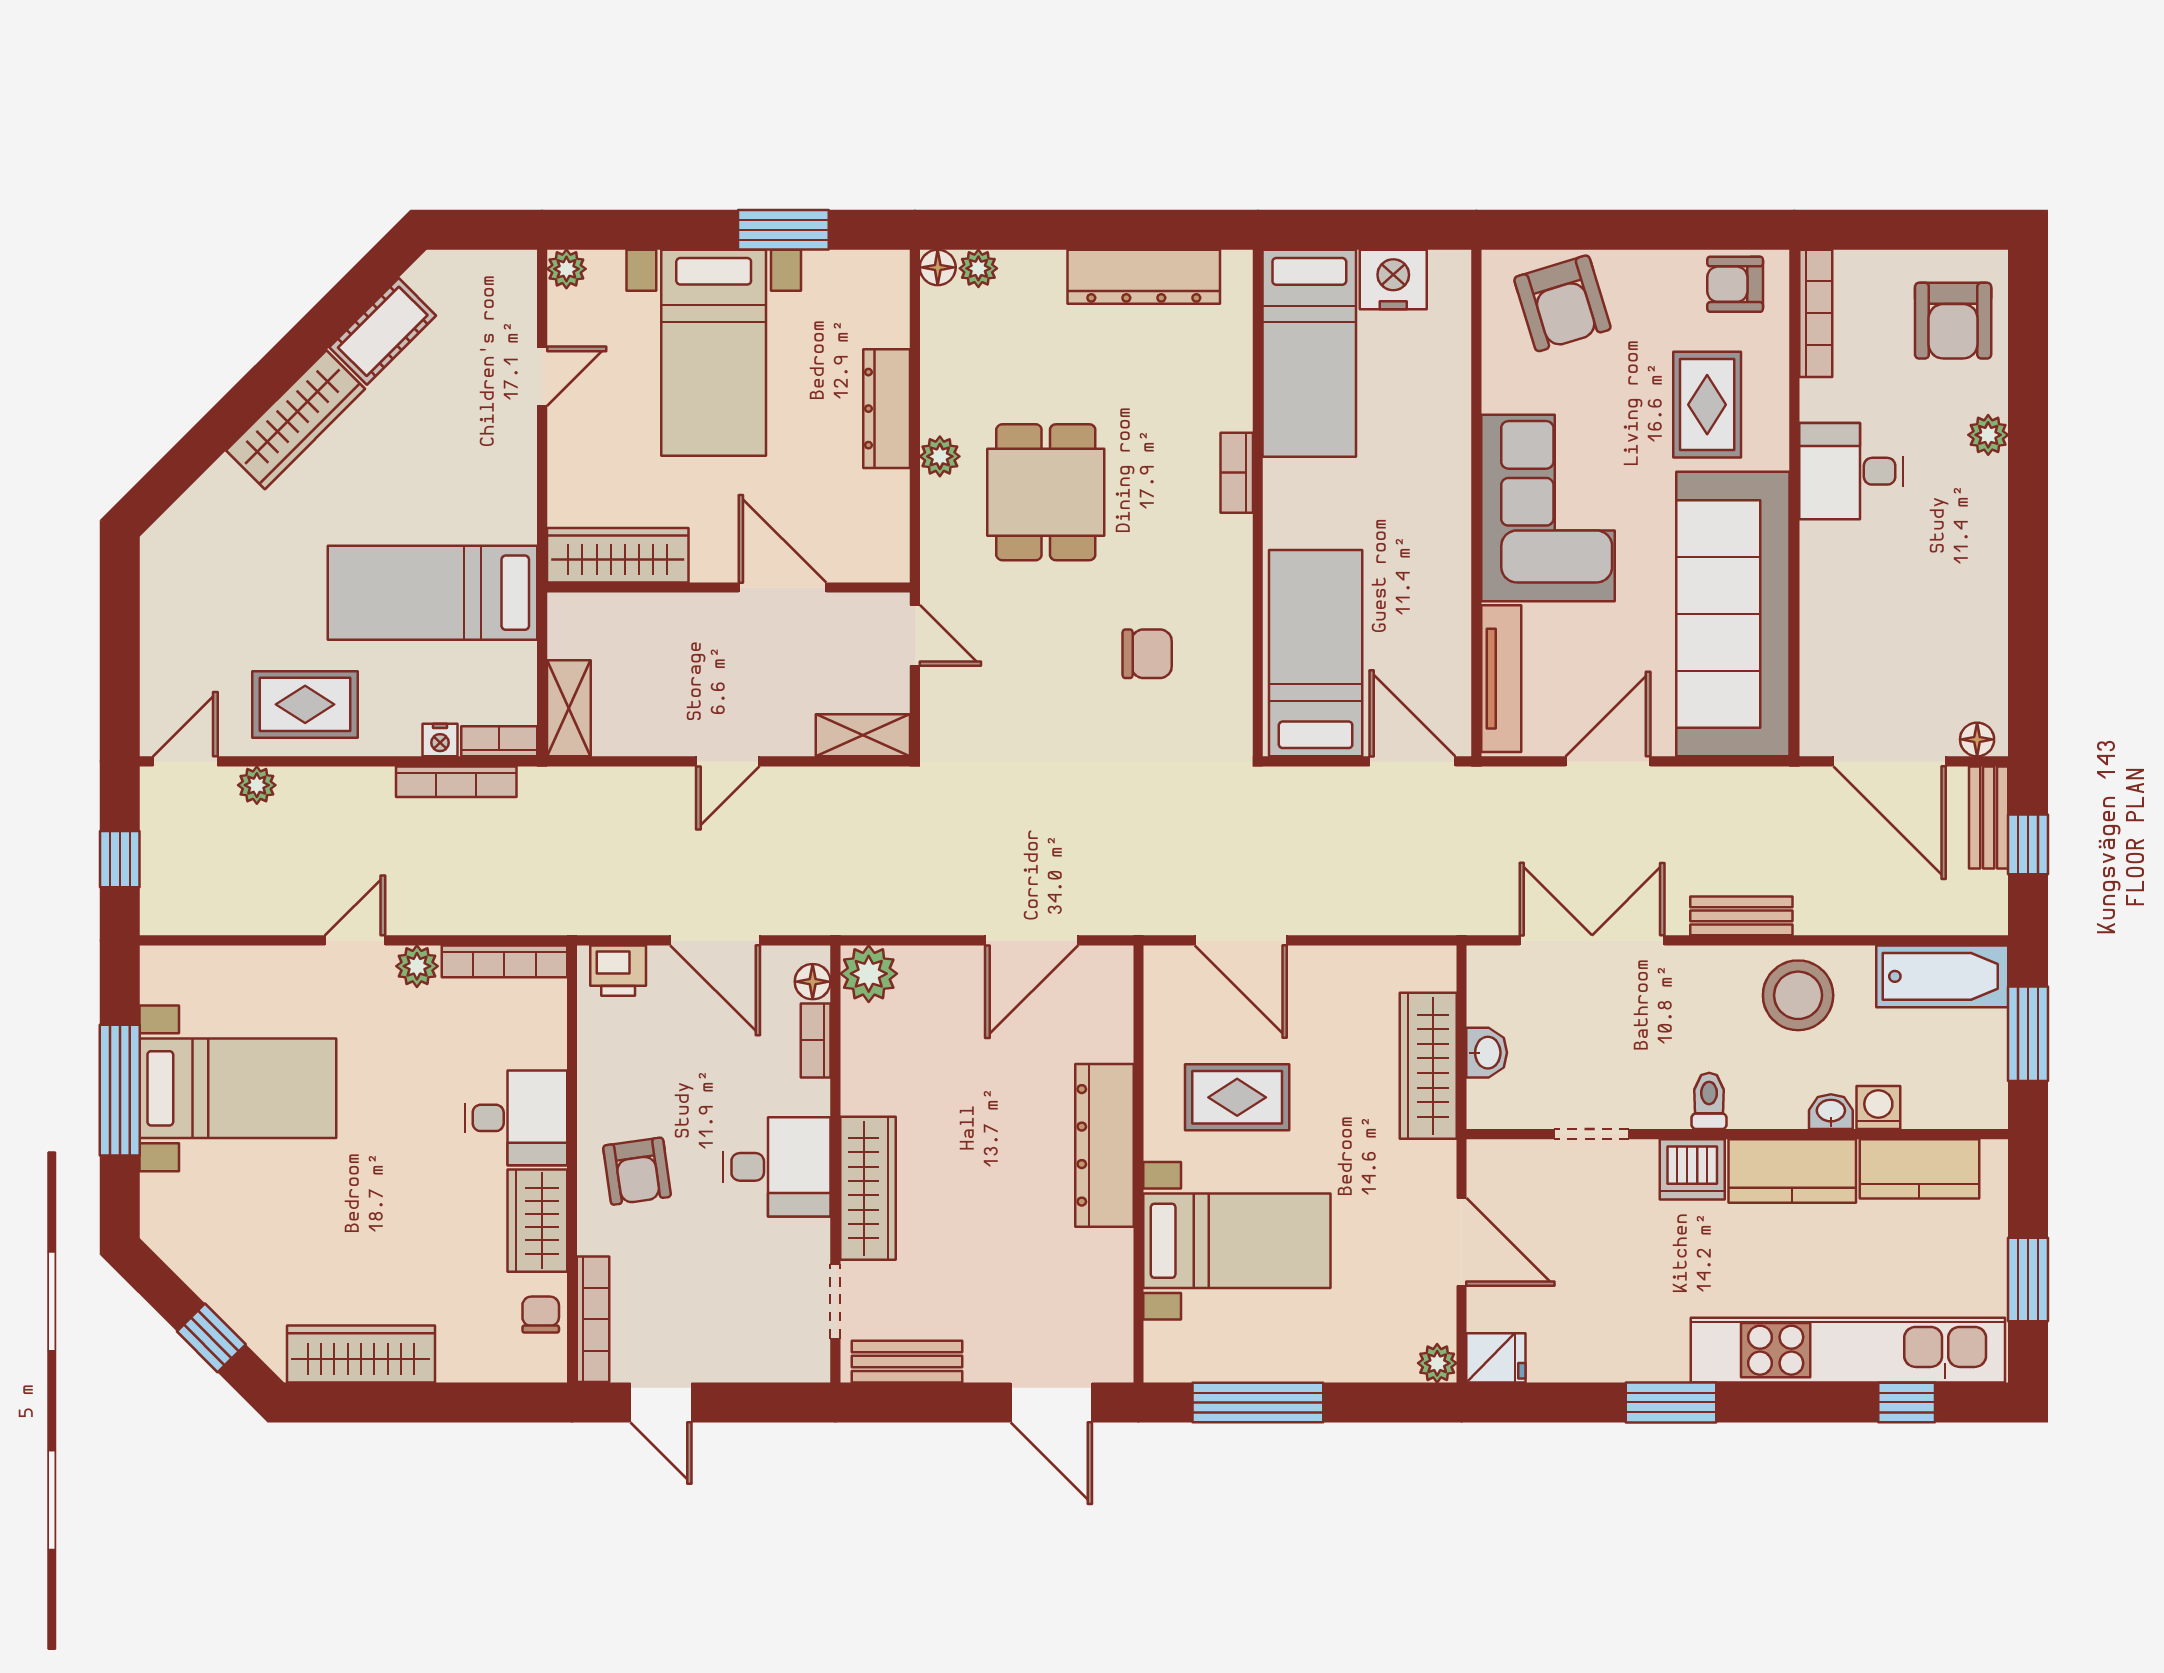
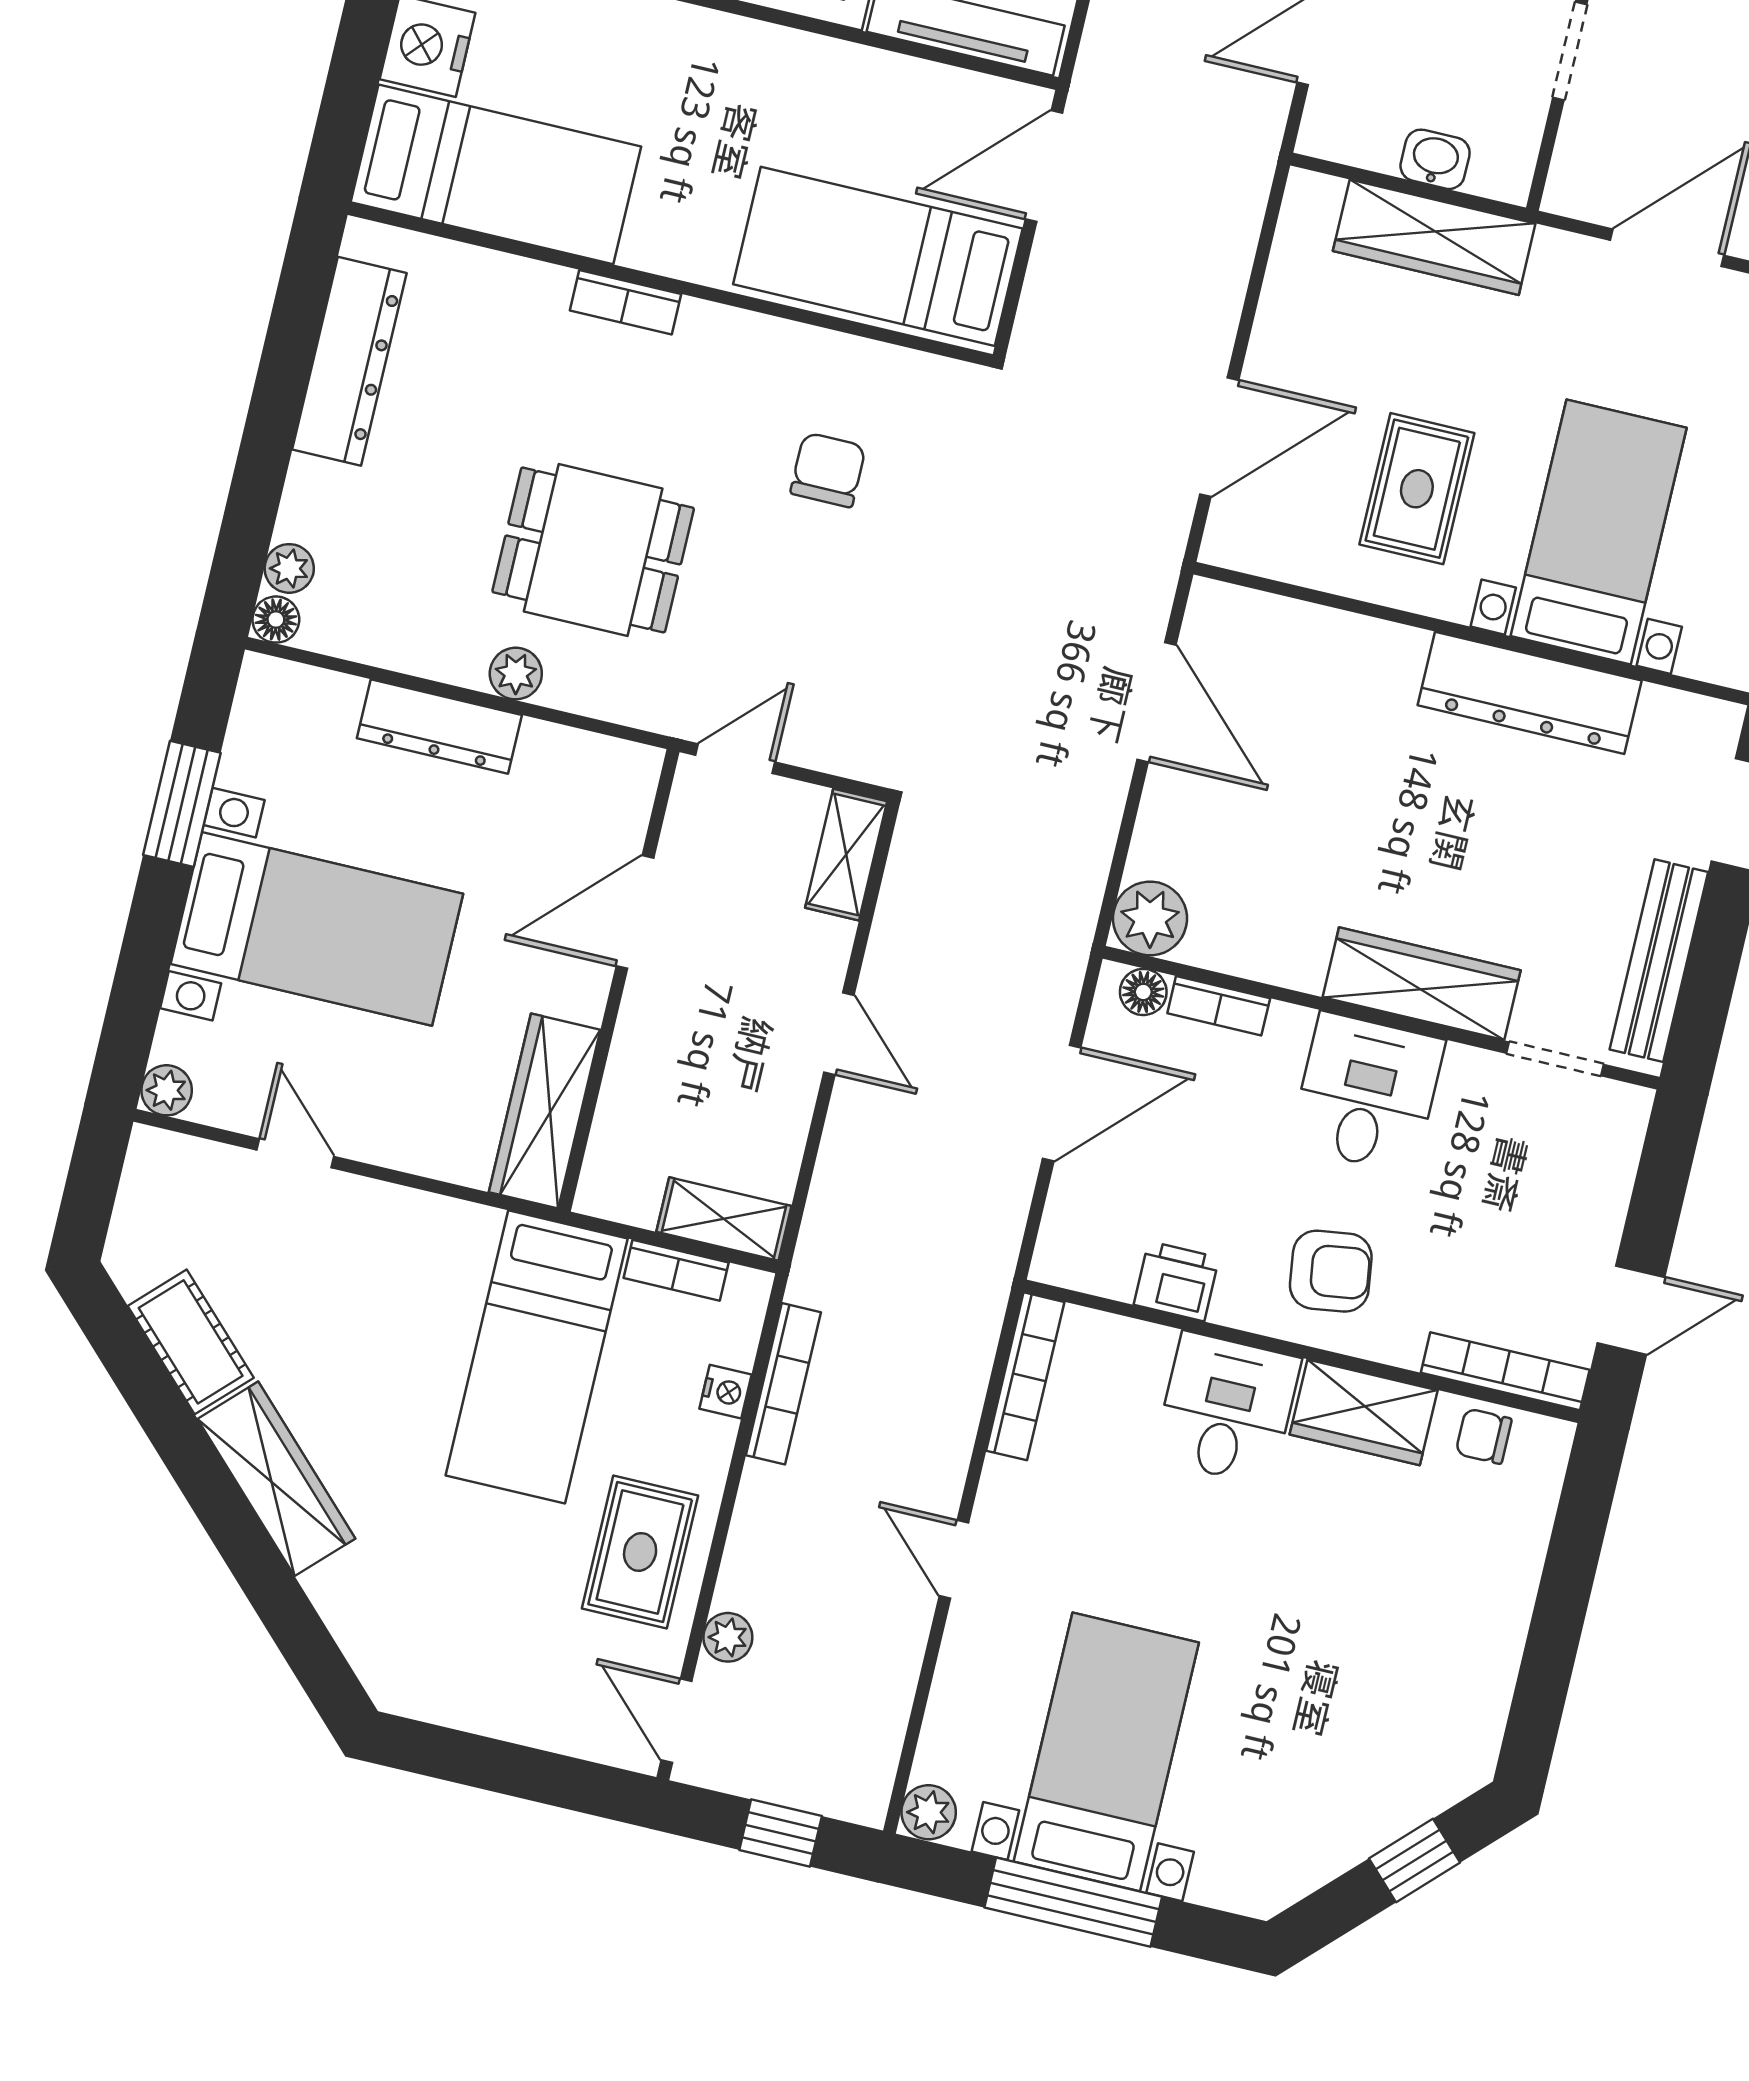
bookcase: (499, 741) -> (676, 1270), moved, turned -90
plant: (417, 966) -> (929, 1812), moved
printer: (618, 971) -> (1176, 1281), moved, turned -90
dresser: (1104, 1145) -> (1530, 693), moved
wardrobe: (361, 1354) -> (1480, 1676), removed
bench: (907, 1362) -> (1659, 961), width x1.36

